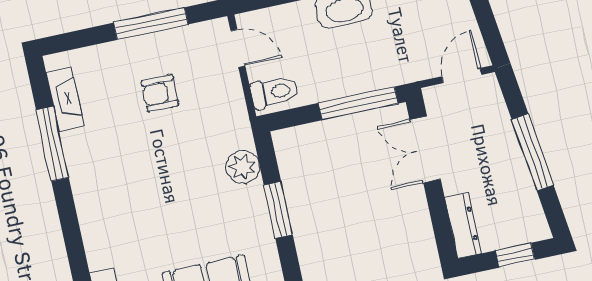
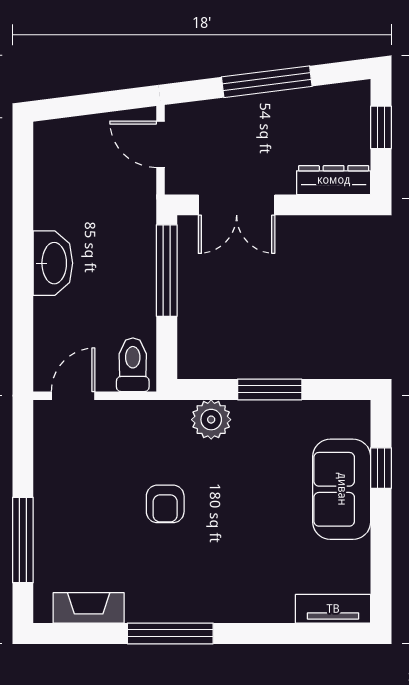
window: (151, 24) -> (23, 540), moved
armchair: (160, 93) -> (165, 504), moved
window: (52, 144) -> (170, 633), moved

